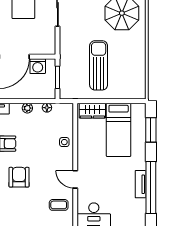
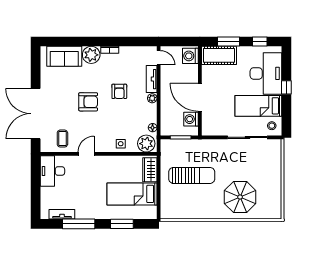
plant: (27, 108) -> (152, 98), moved
plant: (64, 114) -> (146, 144), added
window: (151, 130) -> (122, 224), moved
tv unit: (141, 184) -> (62, 214), moved
window: (151, 188) -> (79, 224), width x0.68

